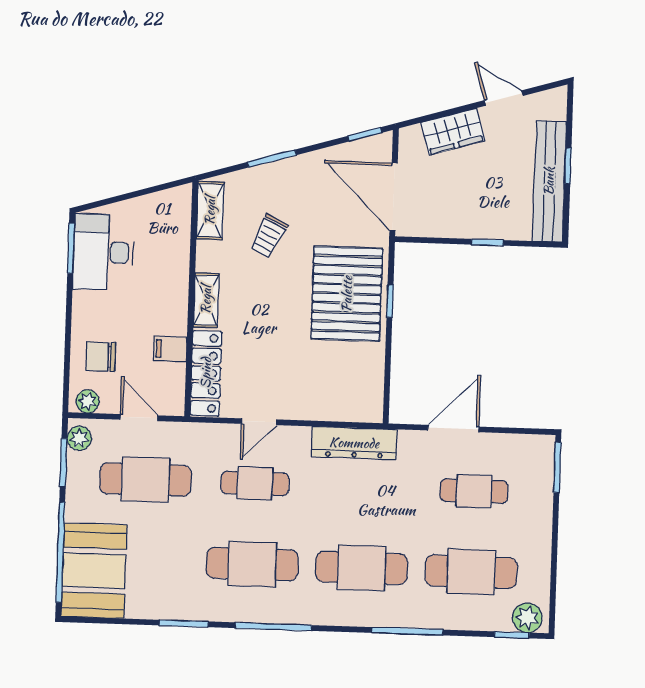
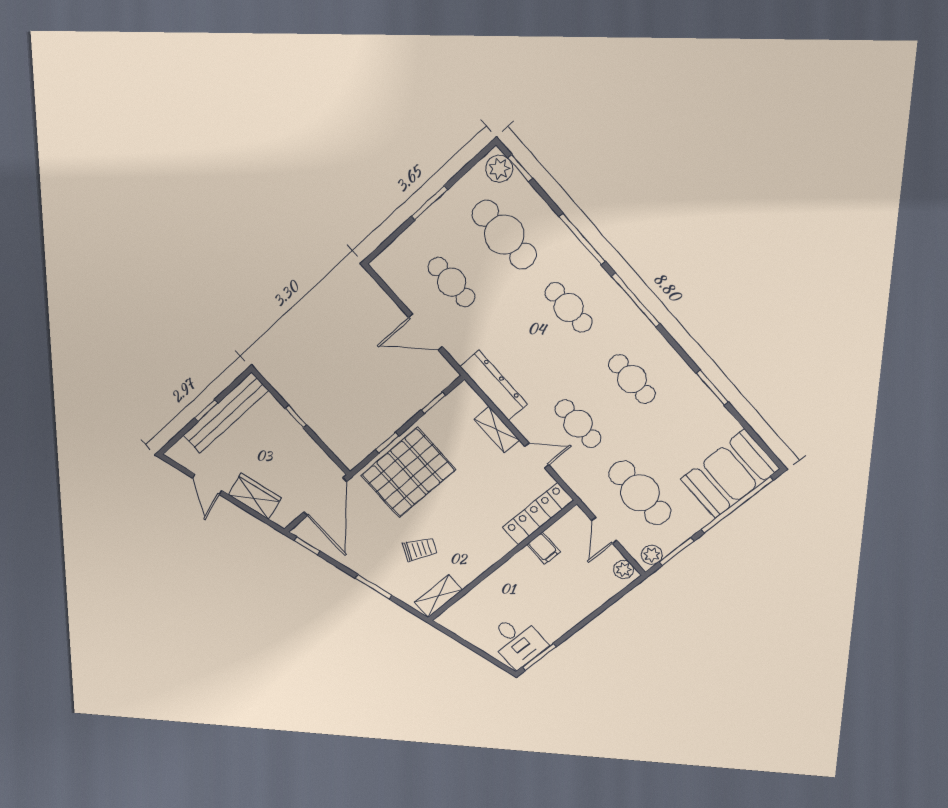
desk: (103, 252) -> (517, 641), width x0.73
shelving: (206, 300) -> (497, 430), moved, turned 90
chair: (101, 357) -> (588, 585), removed
window: (387, 376) -> (433, 403), added
window: (557, 467) -> (429, 203), moved
cafe table: (252, 564) -> (632, 379), width x0.73, depth x0.74
cafe table: (362, 568) -> (569, 307), width x0.73, depth x0.74
window: (273, 627) -> (636, 300), moved

